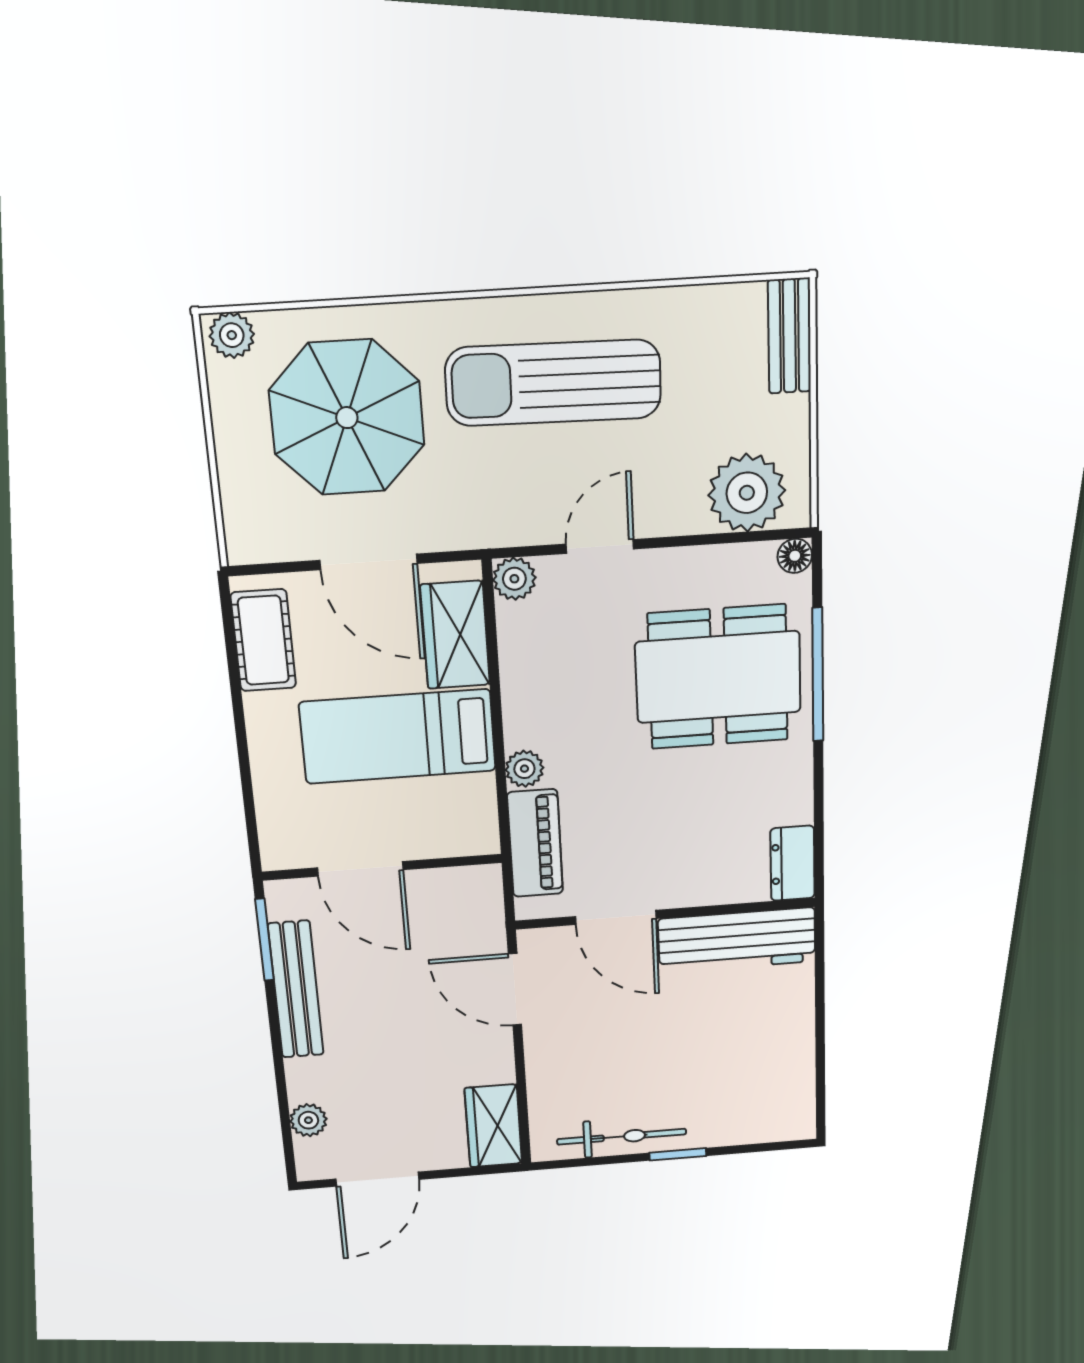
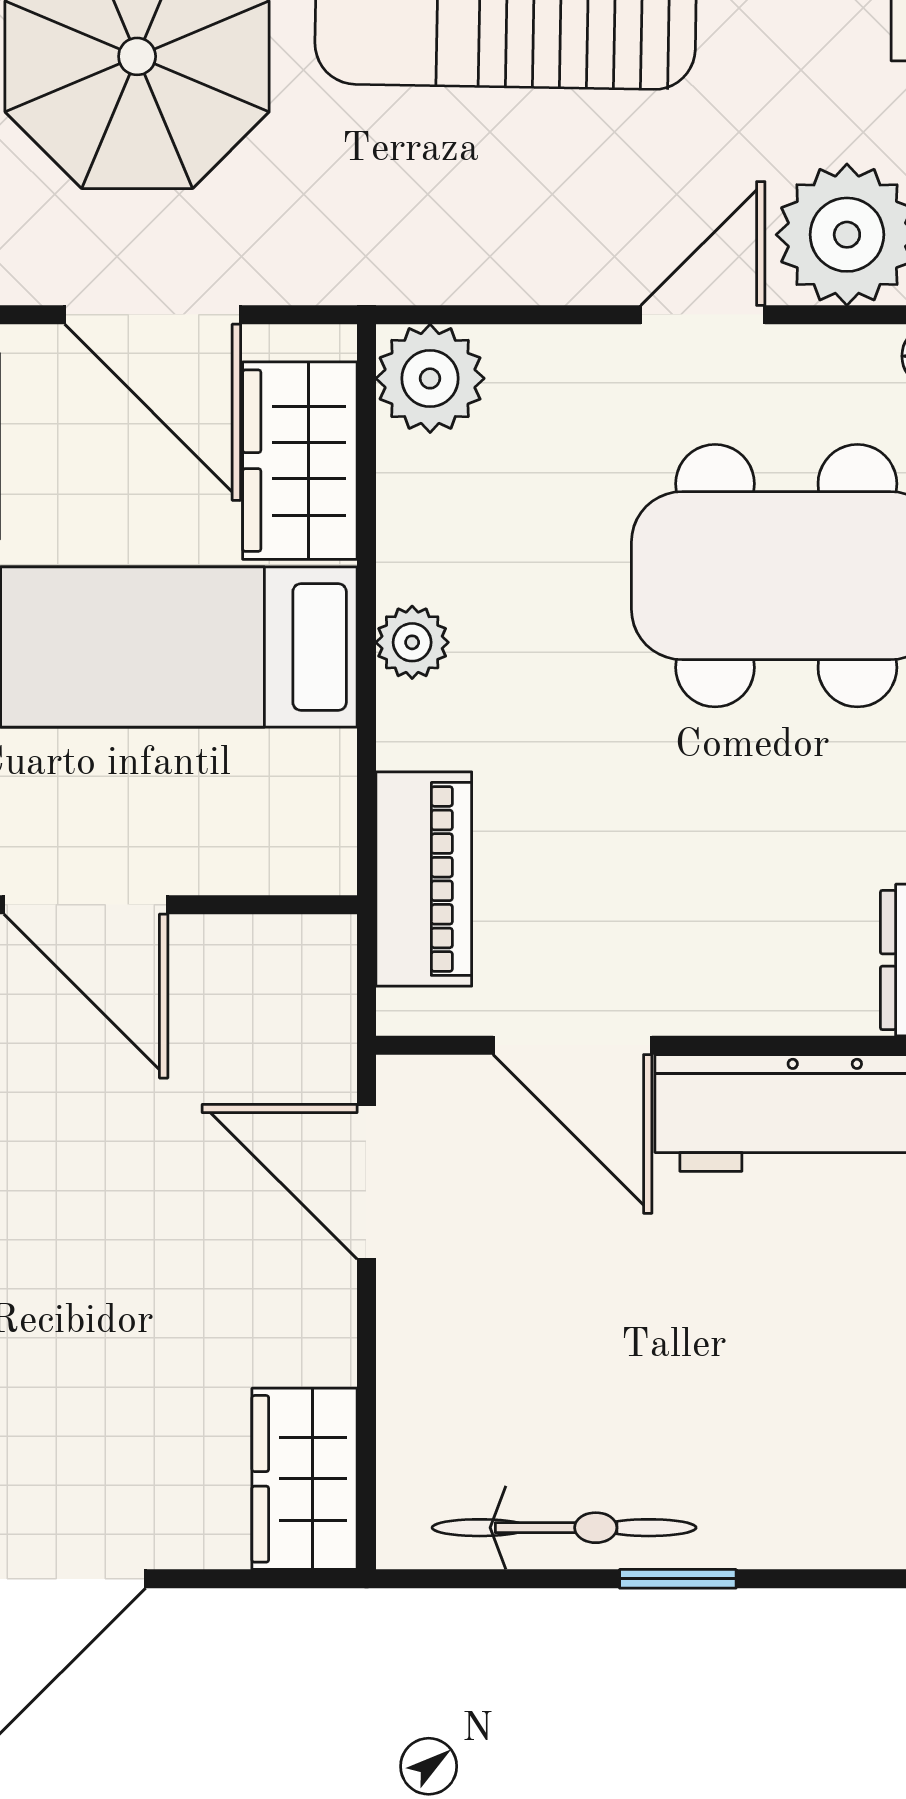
door: (600, 546) -> (703, 315), moved
plant: (514, 579) -> (430, 378), width x1.38, depth x1.38
plant: (524, 769) -> (412, 642), moved

